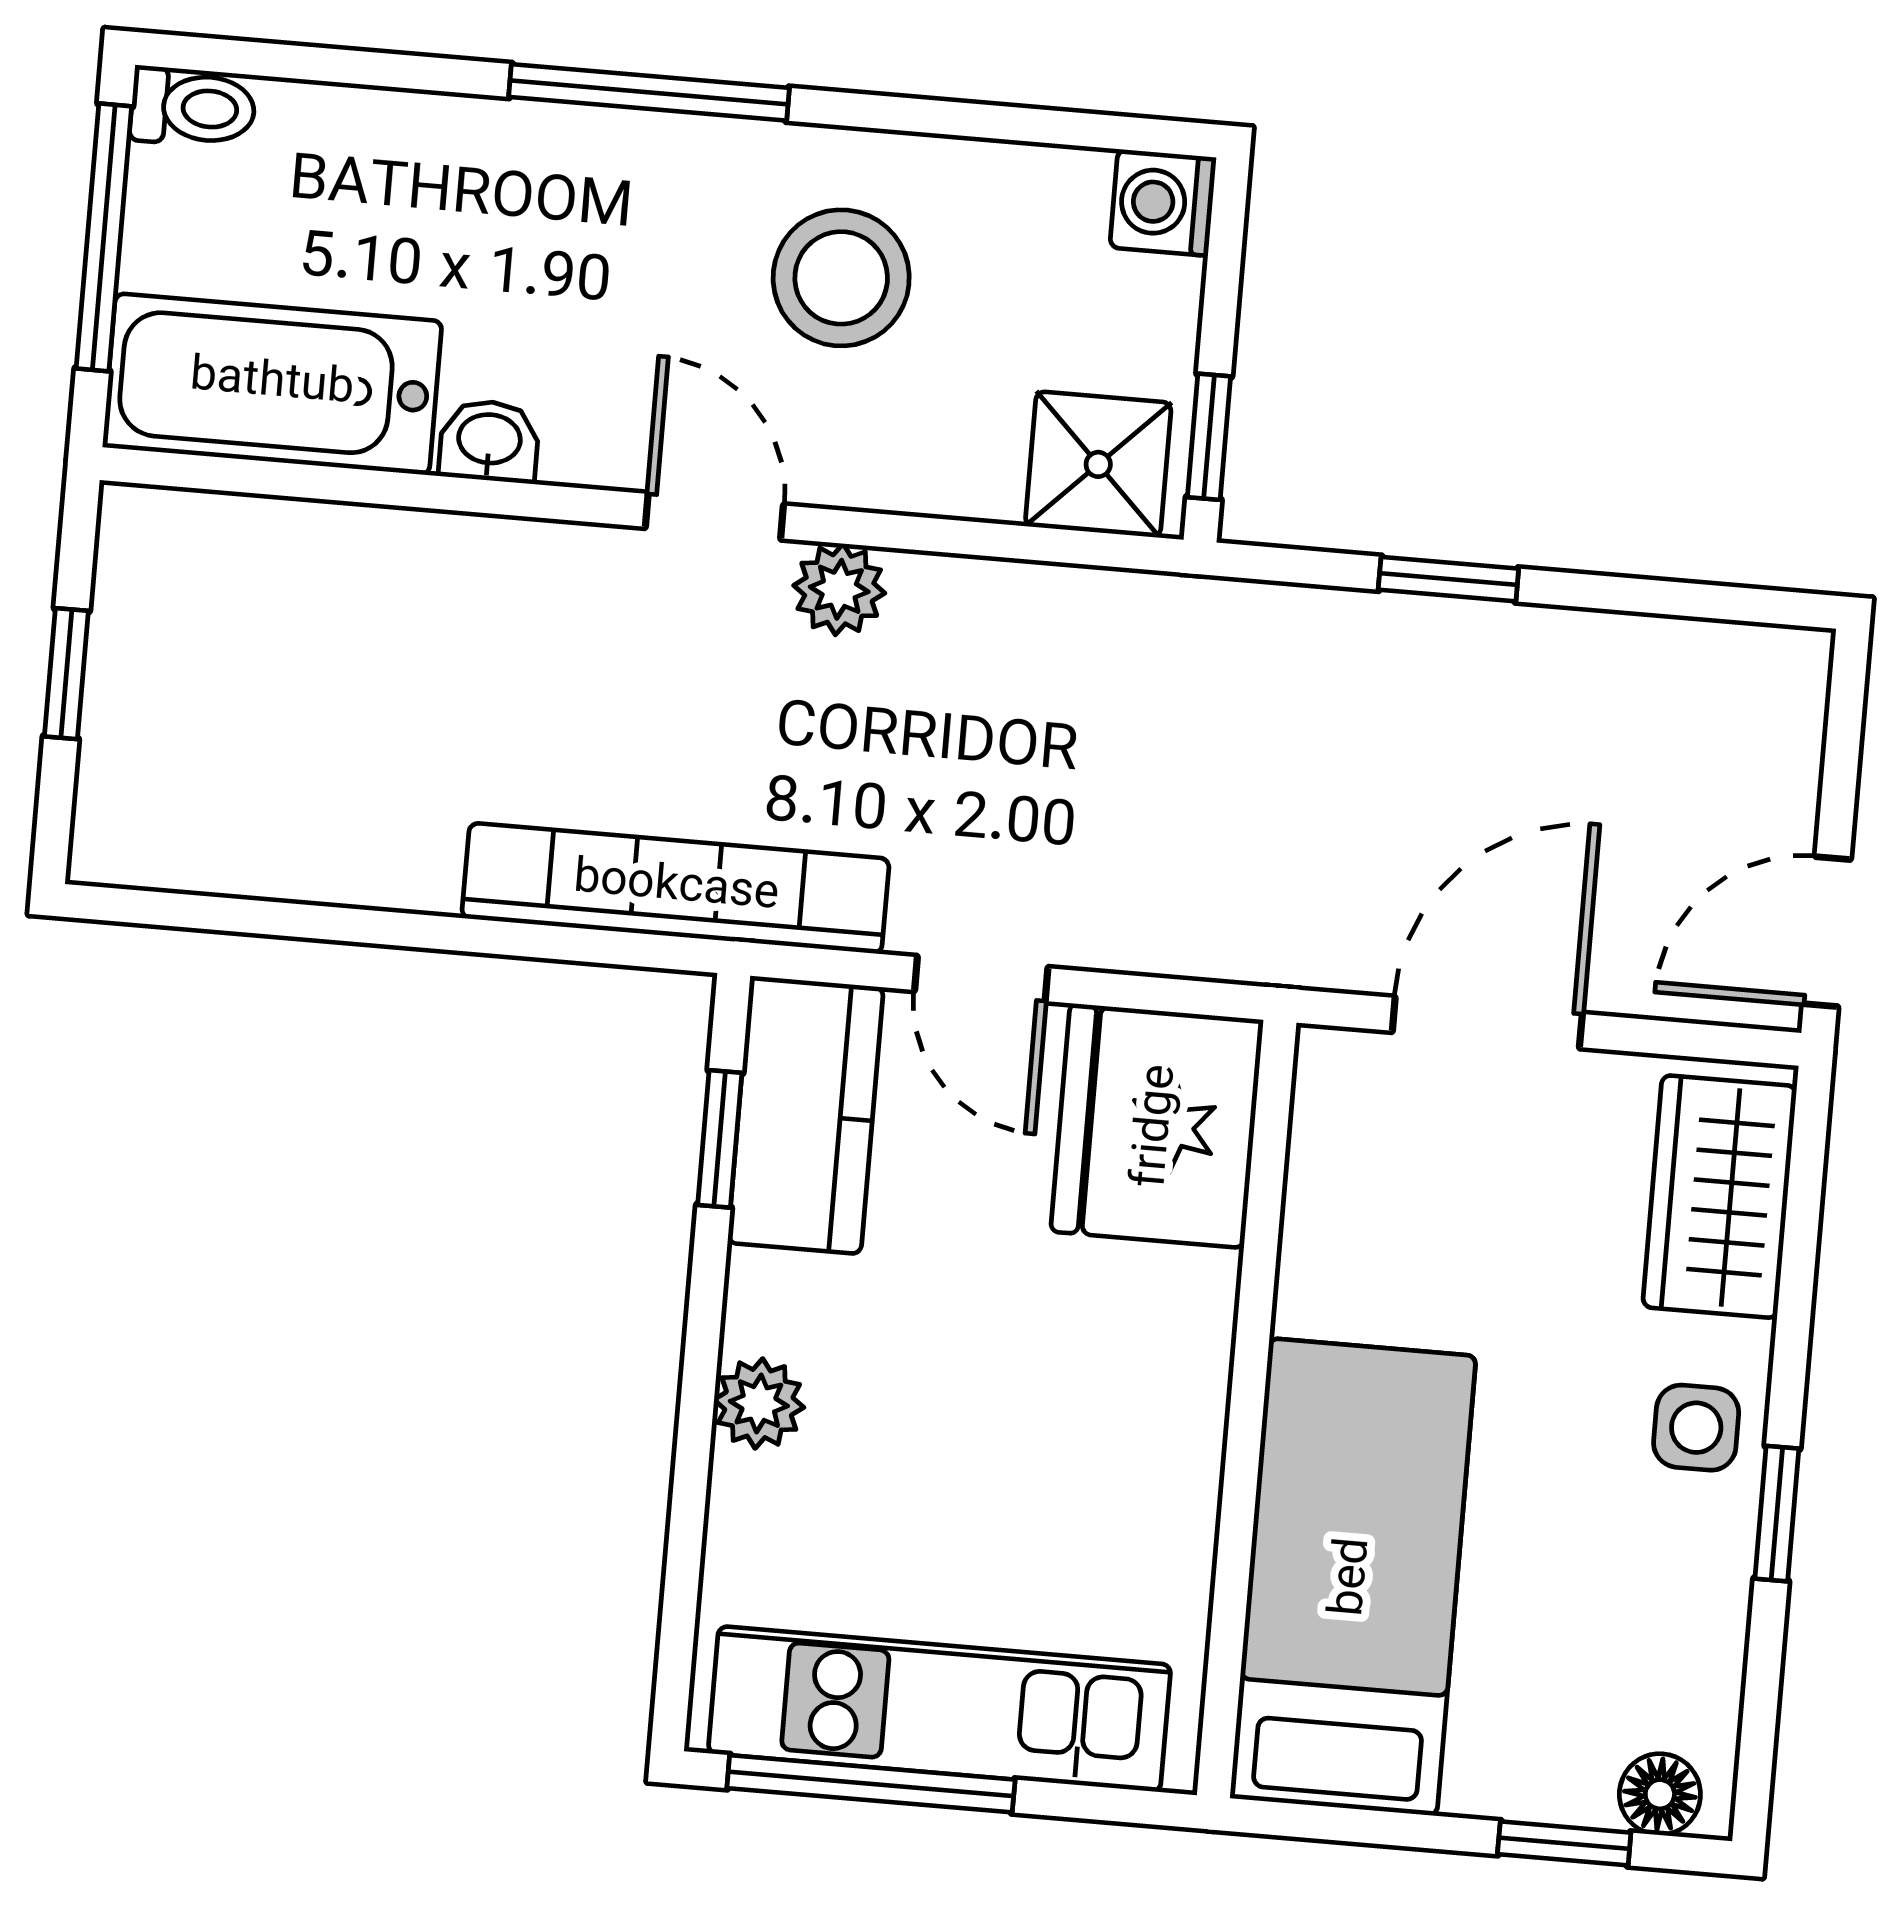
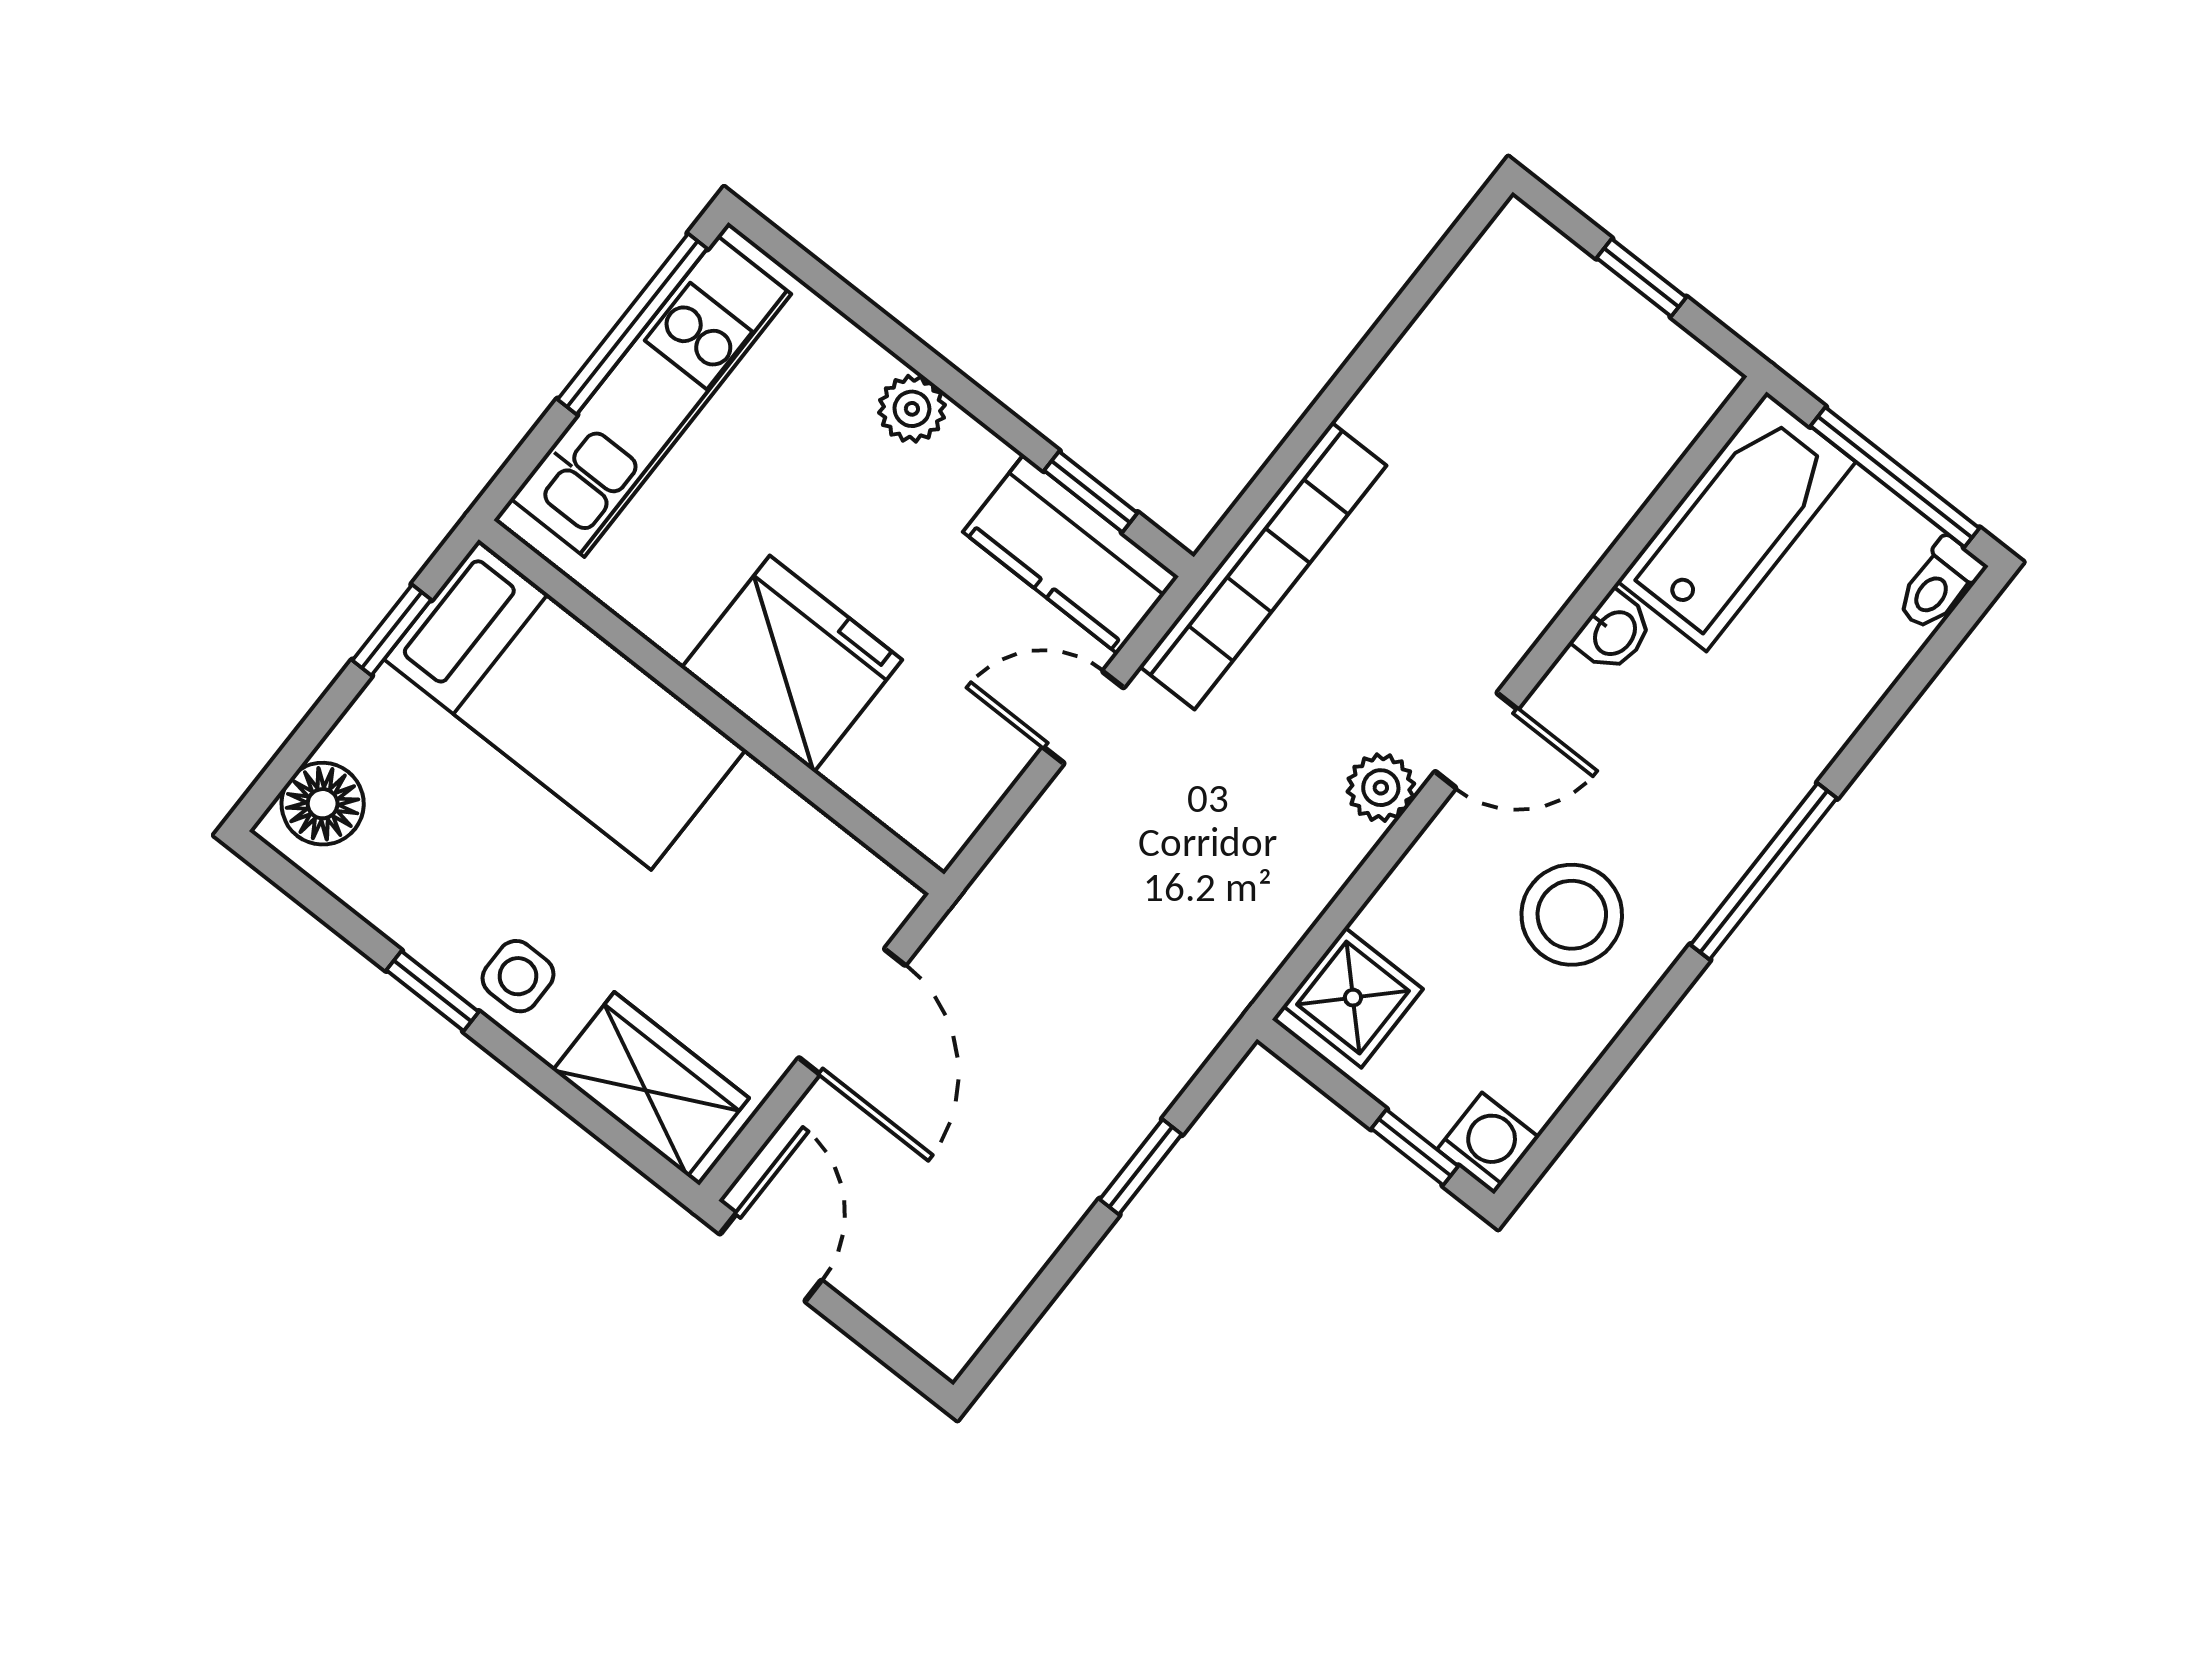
window: (1209, 437) -> (1415, 1147), moved
fridge: (1157, 1126) -> (792, 664), moved
floor lamp: (1660, 1794) -> (323, 804), width x1.37, depth x1.37
window: (1564, 1843) -> (392, 630), moved

